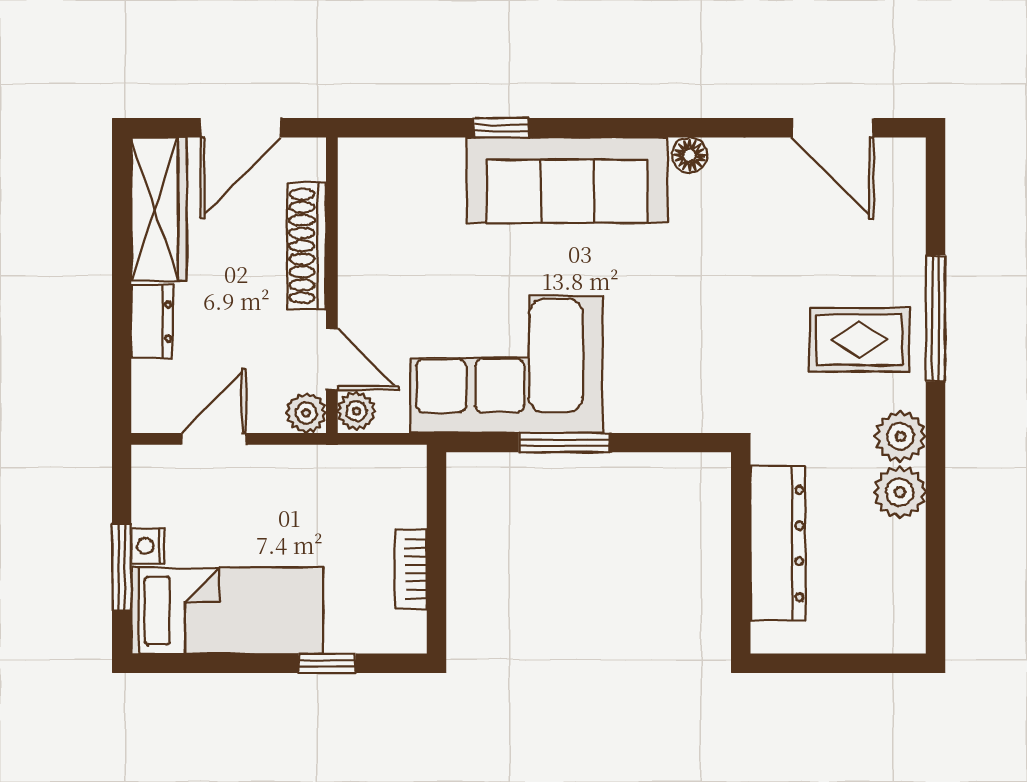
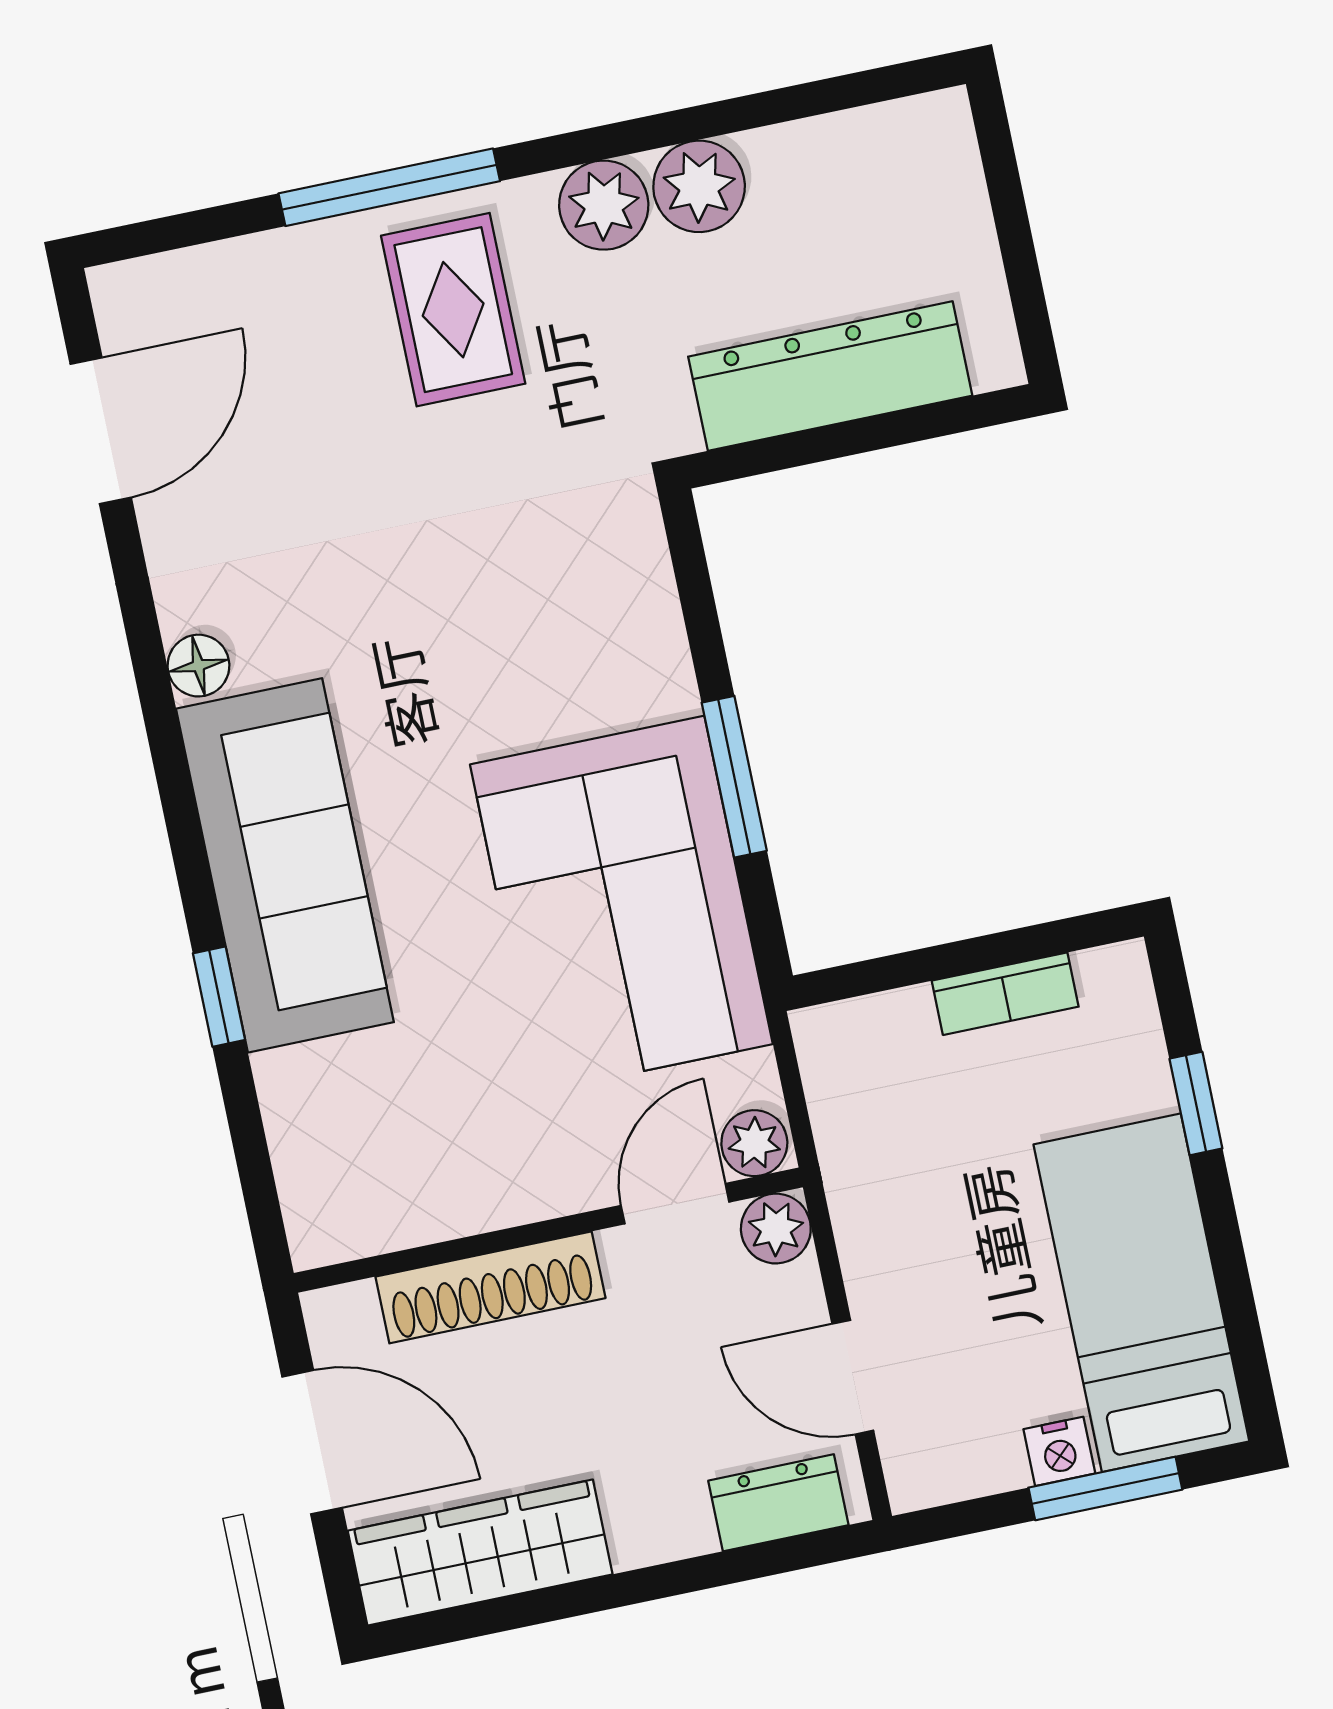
dresser: (152, 322) -> (778, 1503), moved

